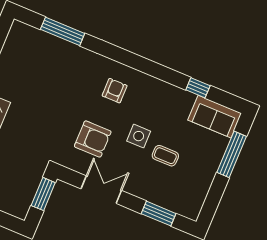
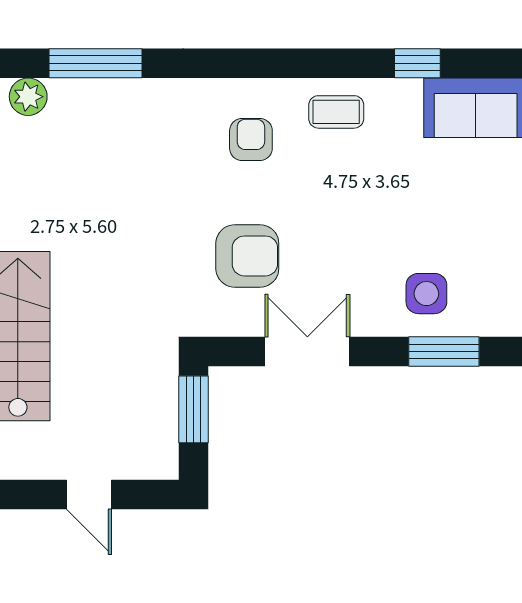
plant: (28, 34) -> (28, 97), added
side table: (139, 136) -> (426, 294), moved
coffee table: (165, 156) -> (336, 112), moved

